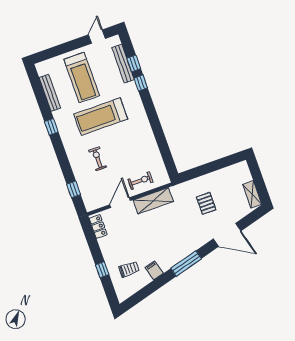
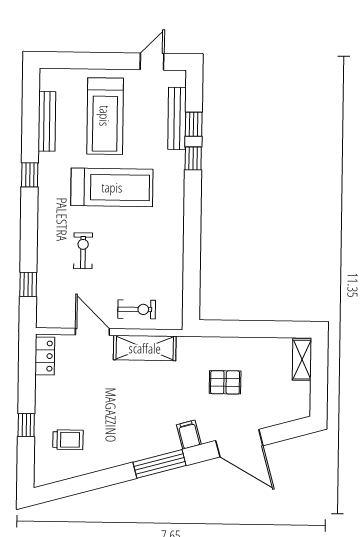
treadmill: (101, 117) -> (112, 187), turned 180
shelving: (252, 194) -> (302, 360), moved
door: (120, 203) -> (92, 332), hinge flipped
pallet: (206, 203) -> (225, 382), turned 90
filing cabinet: (154, 270) -> (189, 435), moved

